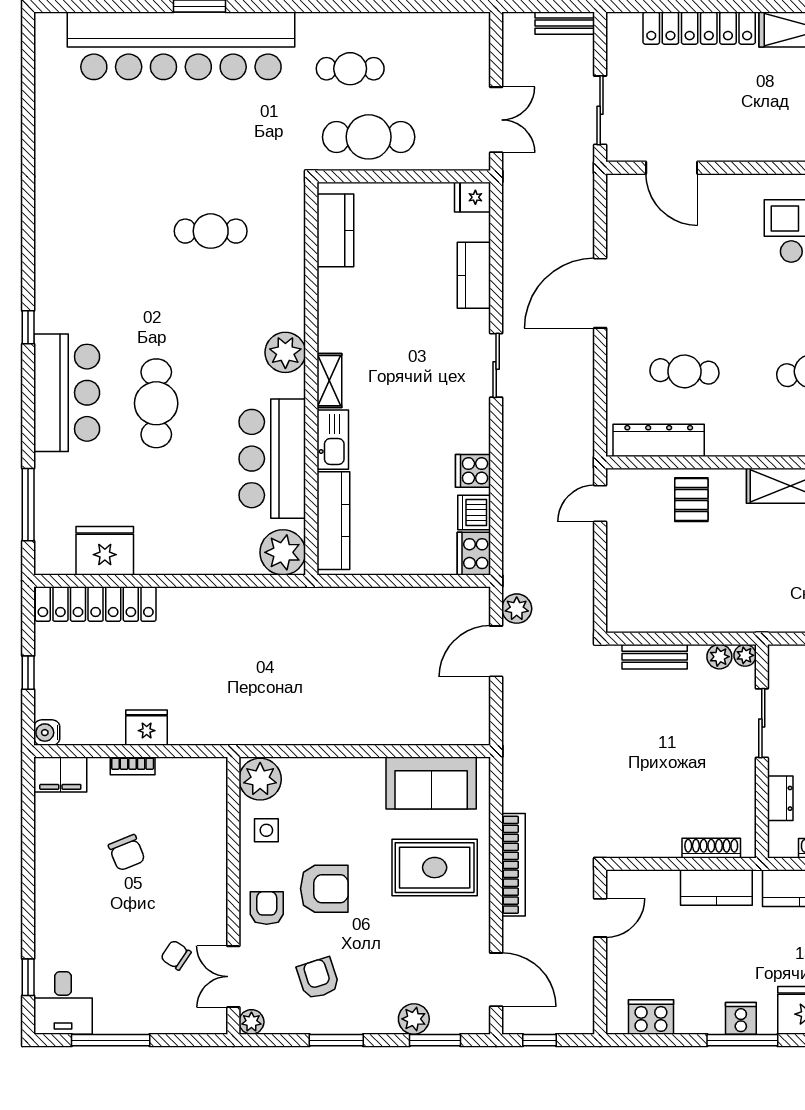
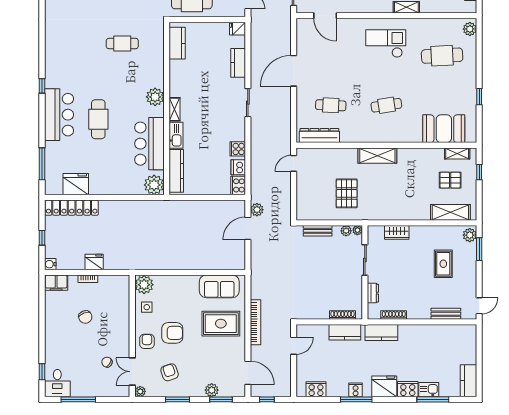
pallet: (691, 500) -> (347, 193), moved, width x1.50, depth x1.42

